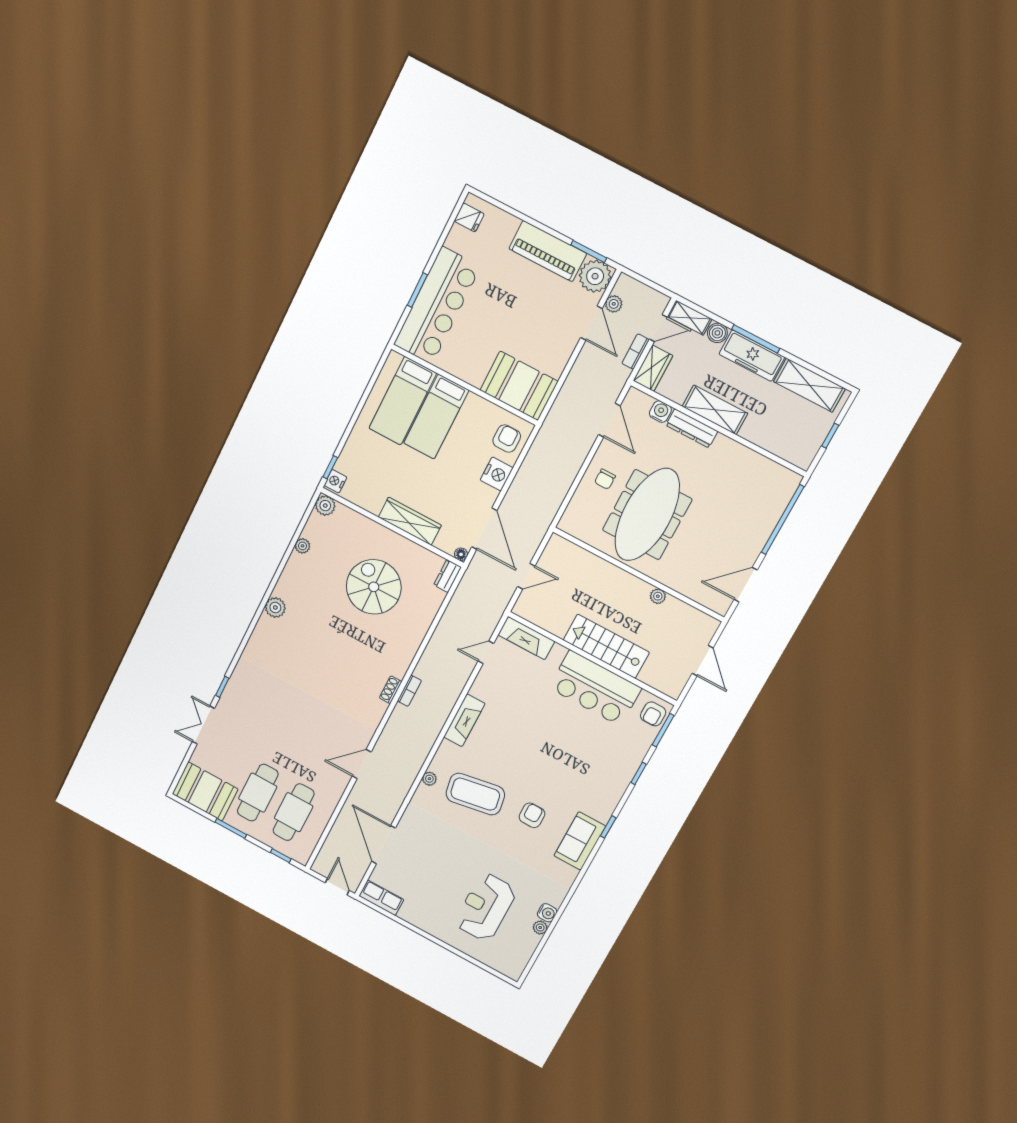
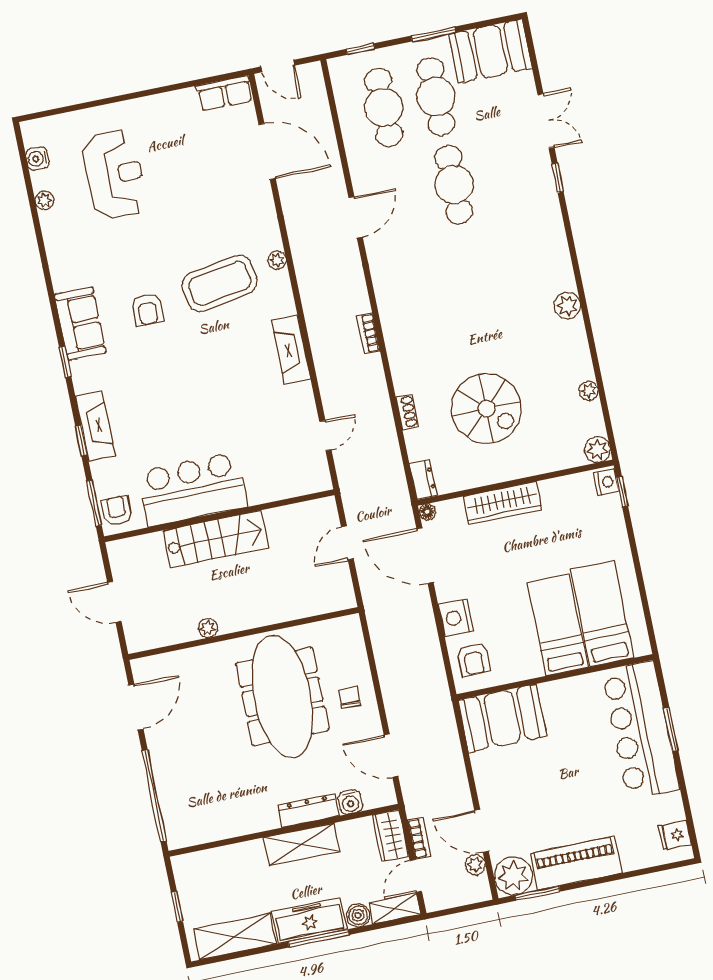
fireplace: (526, 638) -> (95, 426), moved, turned 90
shoe rack: (391, 690) -> (407, 412), moved
cafe table: (287, 734) -> (454, 185), added
water cooler: (547, 913) -> (37, 159), moved

